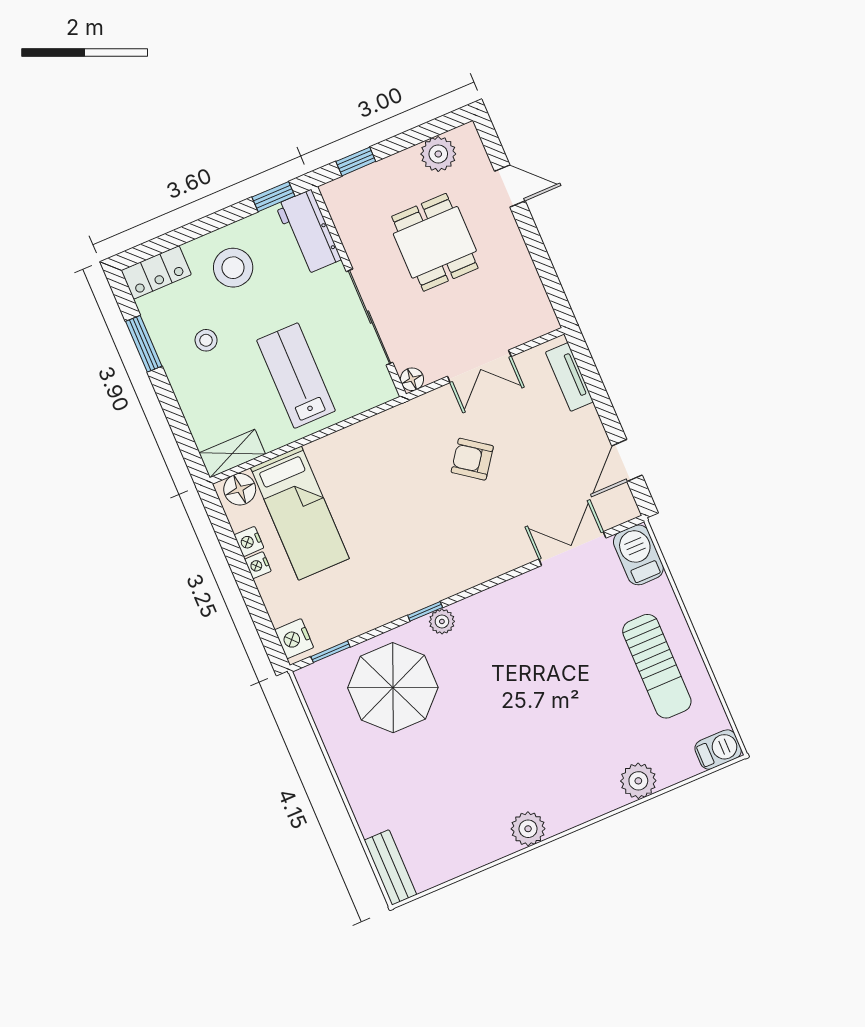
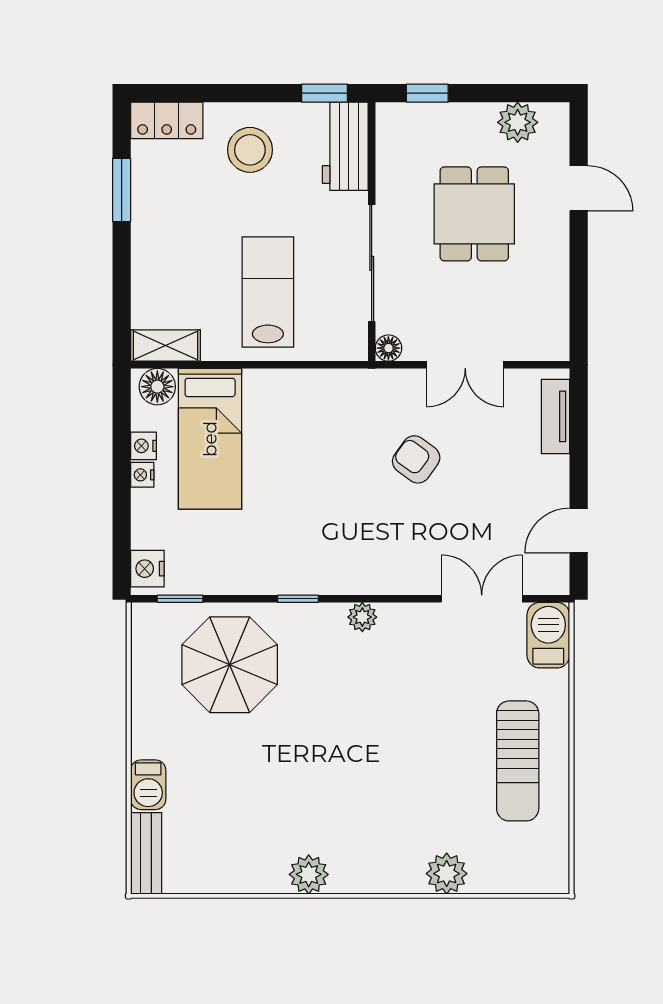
stool: (206, 340) -> (189, 214), removed
plant: (442, 621) -> (362, 617), moved
barbecue: (718, 750) -> (148, 785), moved, turned 90

